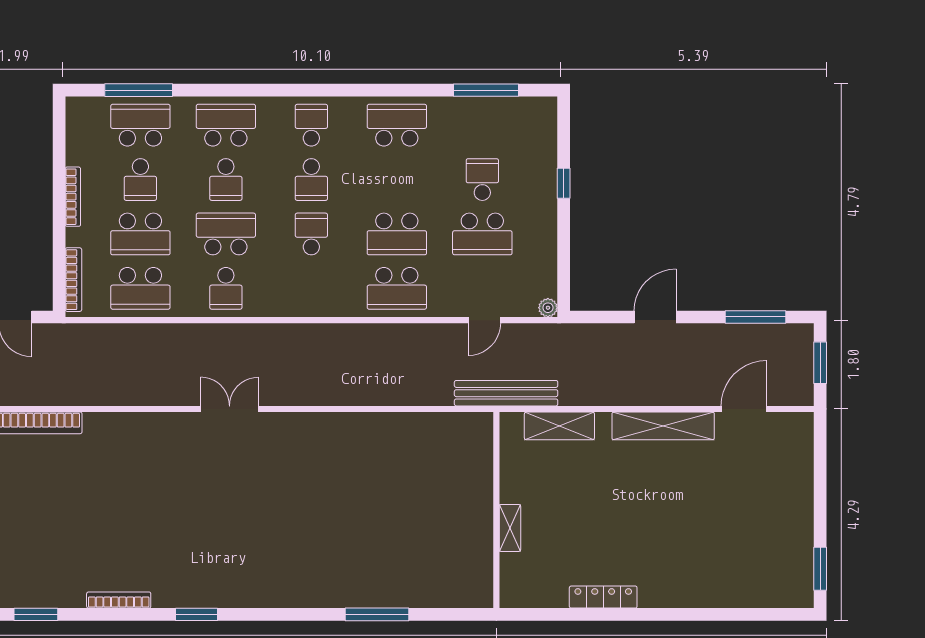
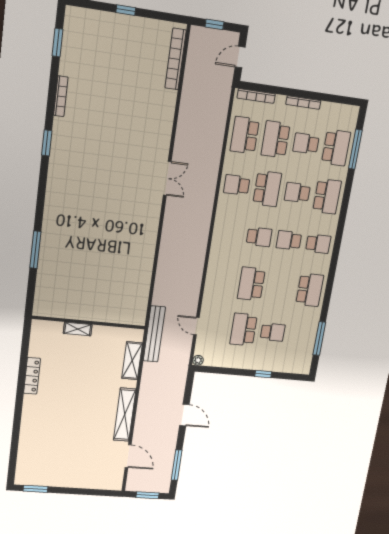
school desk: (397, 288) -> (221, 281), removed

